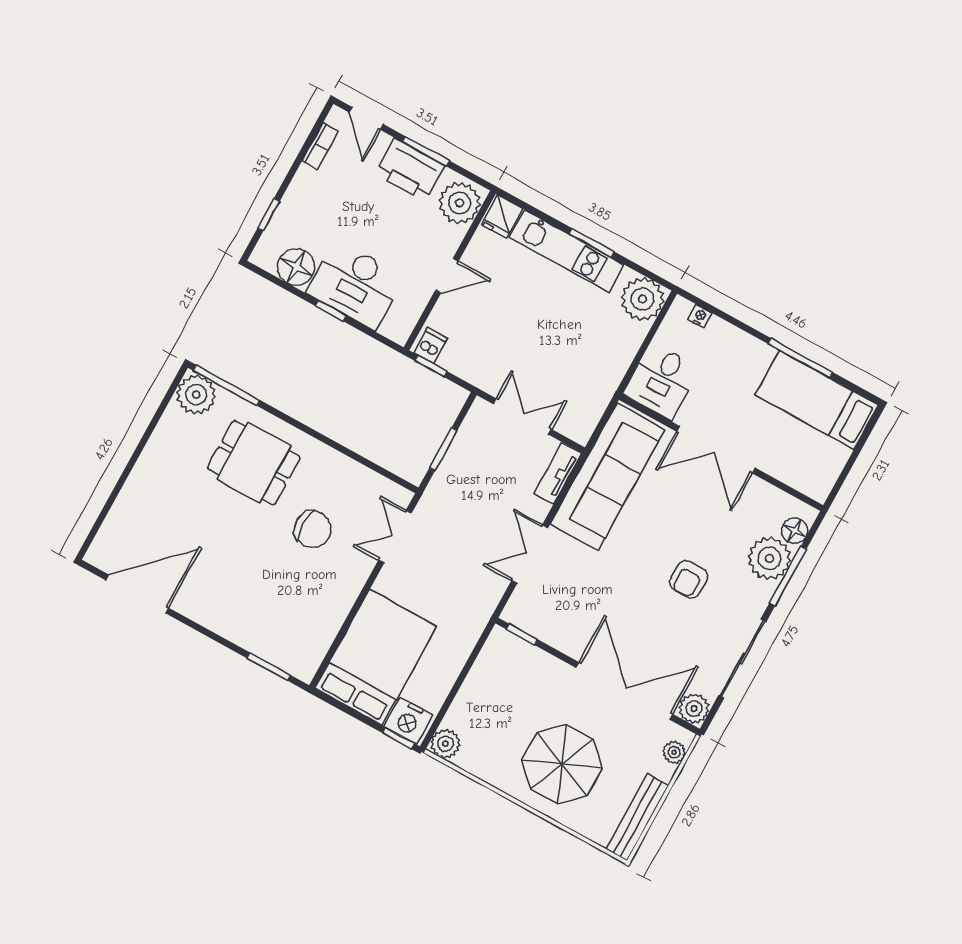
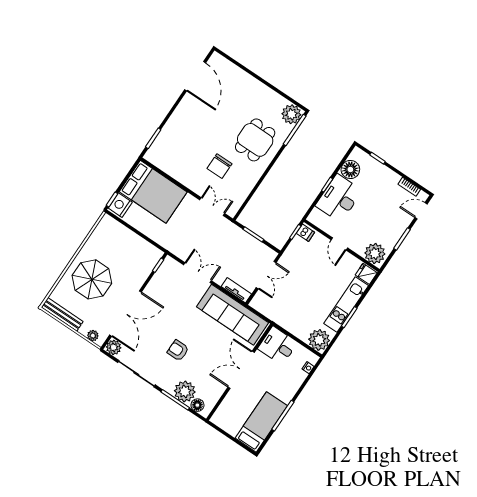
printer: (410, 170) -> (393, 230), removed
plant: (445, 744) -> (107, 222), removed

